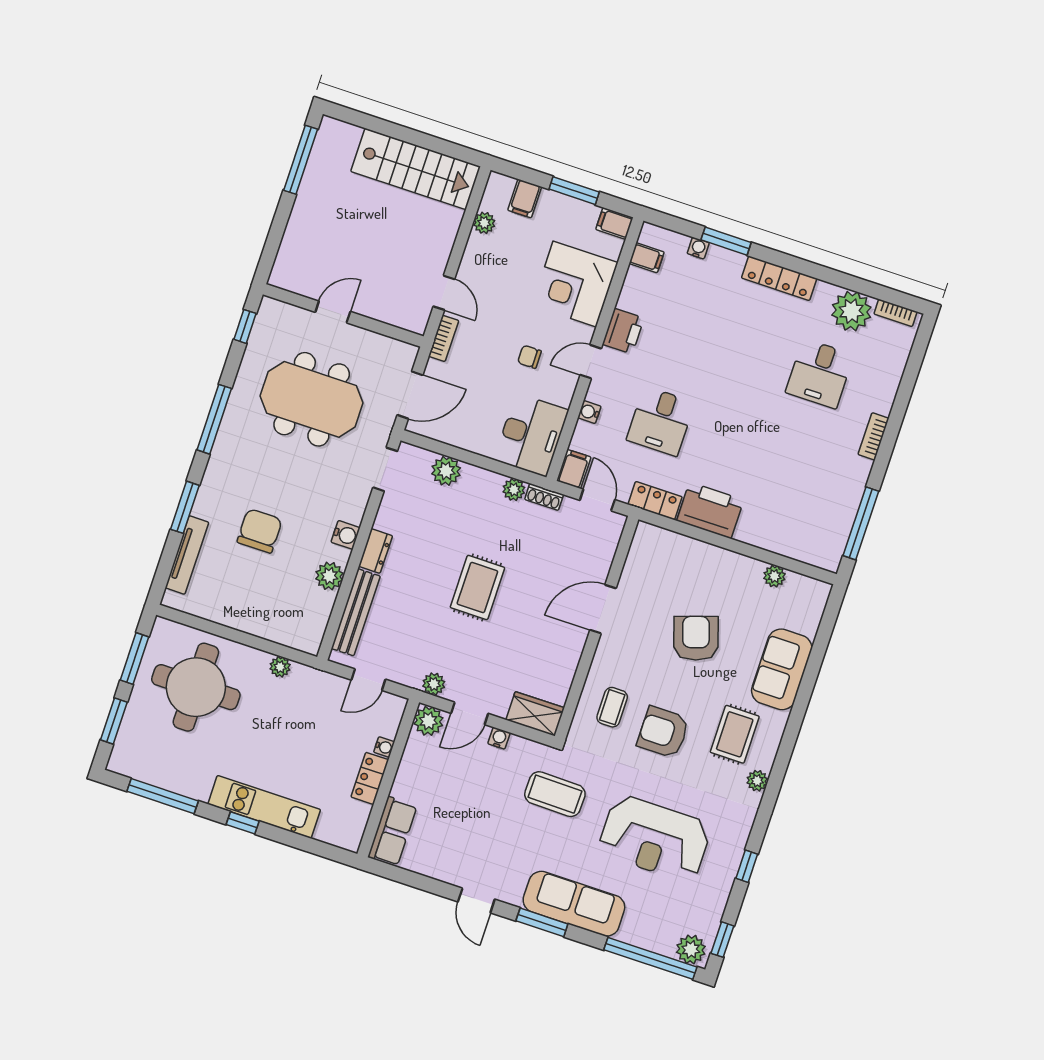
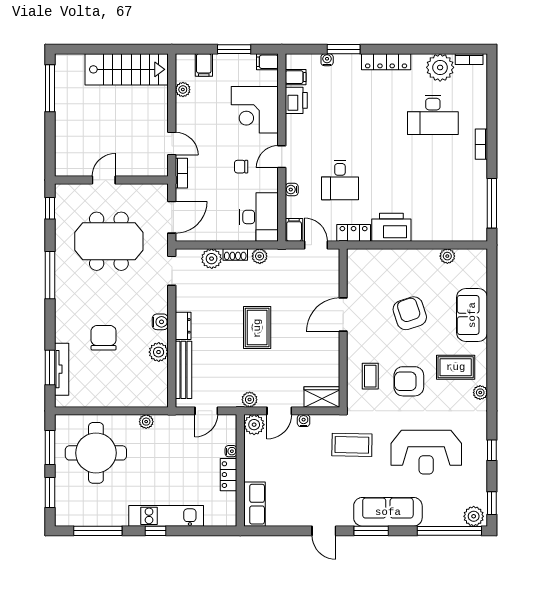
printer: (623, 331) -> (296, 100), moved
desk: (820, 374) -> (433, 115), width x1.37
shoe rack: (544, 497) -> (235, 254), moved
window: (185, 507) -> (50, 368), moved
rug: (735, 734) -> (456, 367), turned 90

